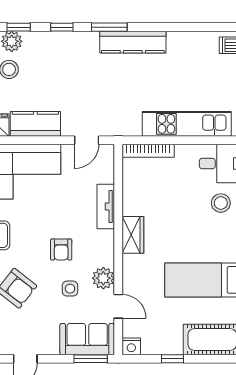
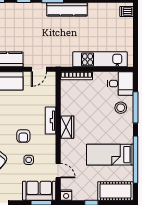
tv unit: (106, 207) -> (51, 121), moved
plant: (103, 278) -> (49, 154), removed

